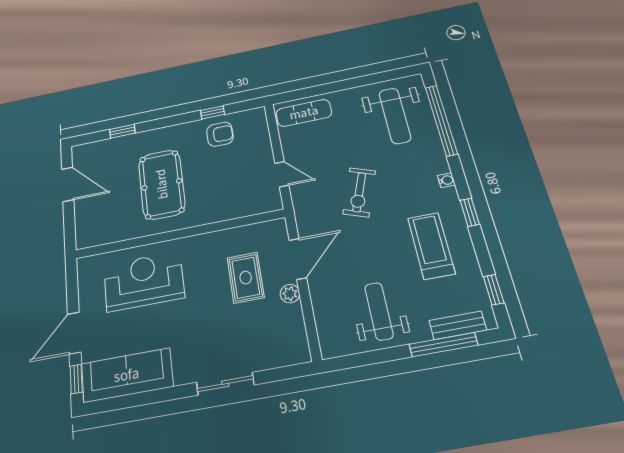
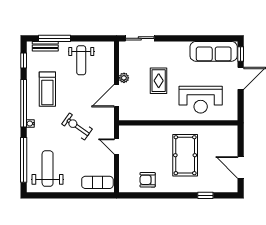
window: (213, 112) -> (150, 195), removed
exercise bike: (359, 192) -> (77, 126), turned -75
window: (470, 212) -> (24, 103), width x3.17
rug: (246, 278) -> (159, 81), moved
sliding door: (225, 384) -> (140, 38), moved

